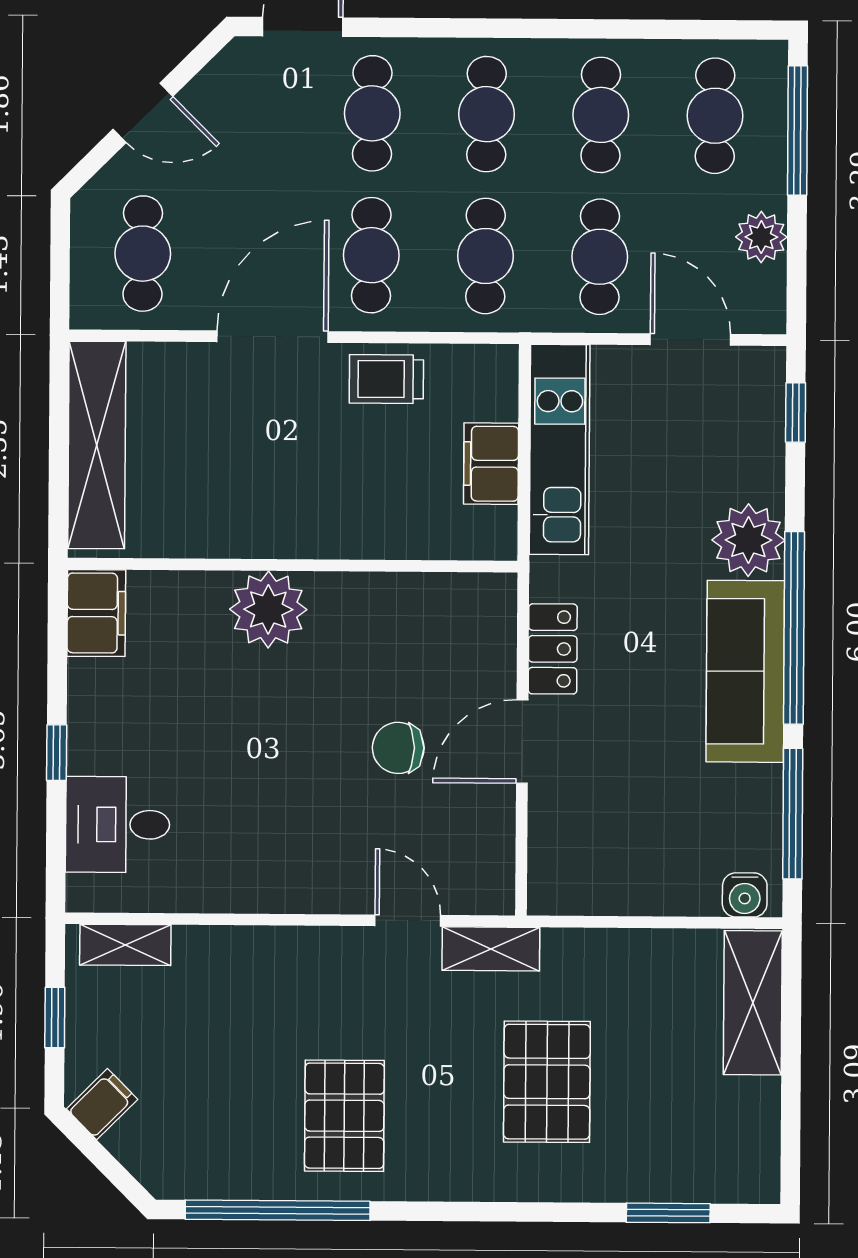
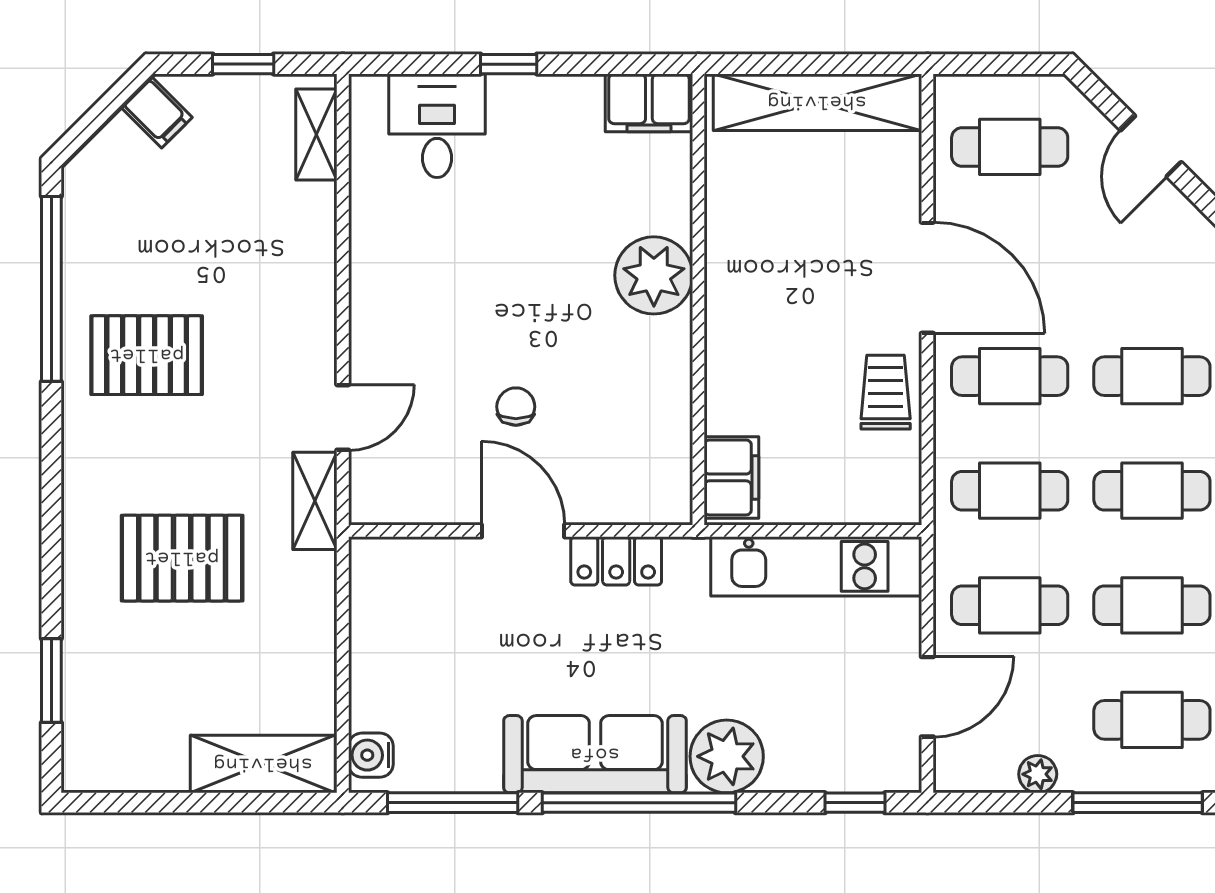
plant: (761, 237) -> (1038, 774), width x0.73, depth x0.73
filing cabinet: (491, 464) -> (731, 477), moved, turned 90
chair: (398, 748) -> (516, 407), width x0.73, depth x0.73

